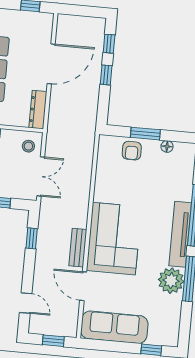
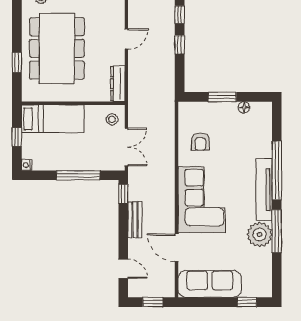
door: (51, 64) -> (126, 39), width x0.53
armchair: (132, 151) -> (200, 142), moved
window: (32, 238) -> (123, 194), moved
bench: (78, 248) -> (135, 220), moved

